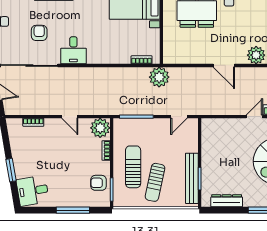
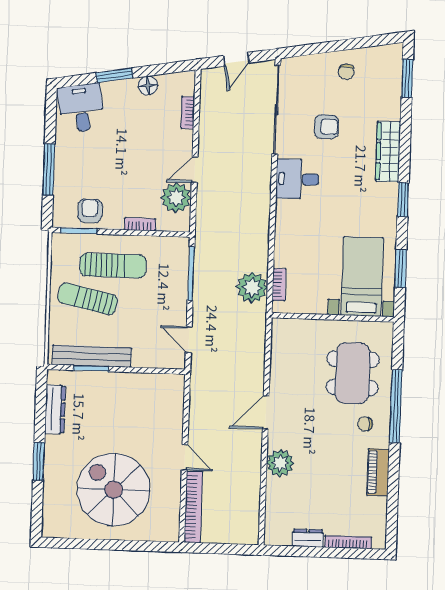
plant: (159, 77) -> (252, 288), moved
plant: (100, 128) -> (176, 198), moved
floor lamp: (17, 148) -> (148, 86), added

